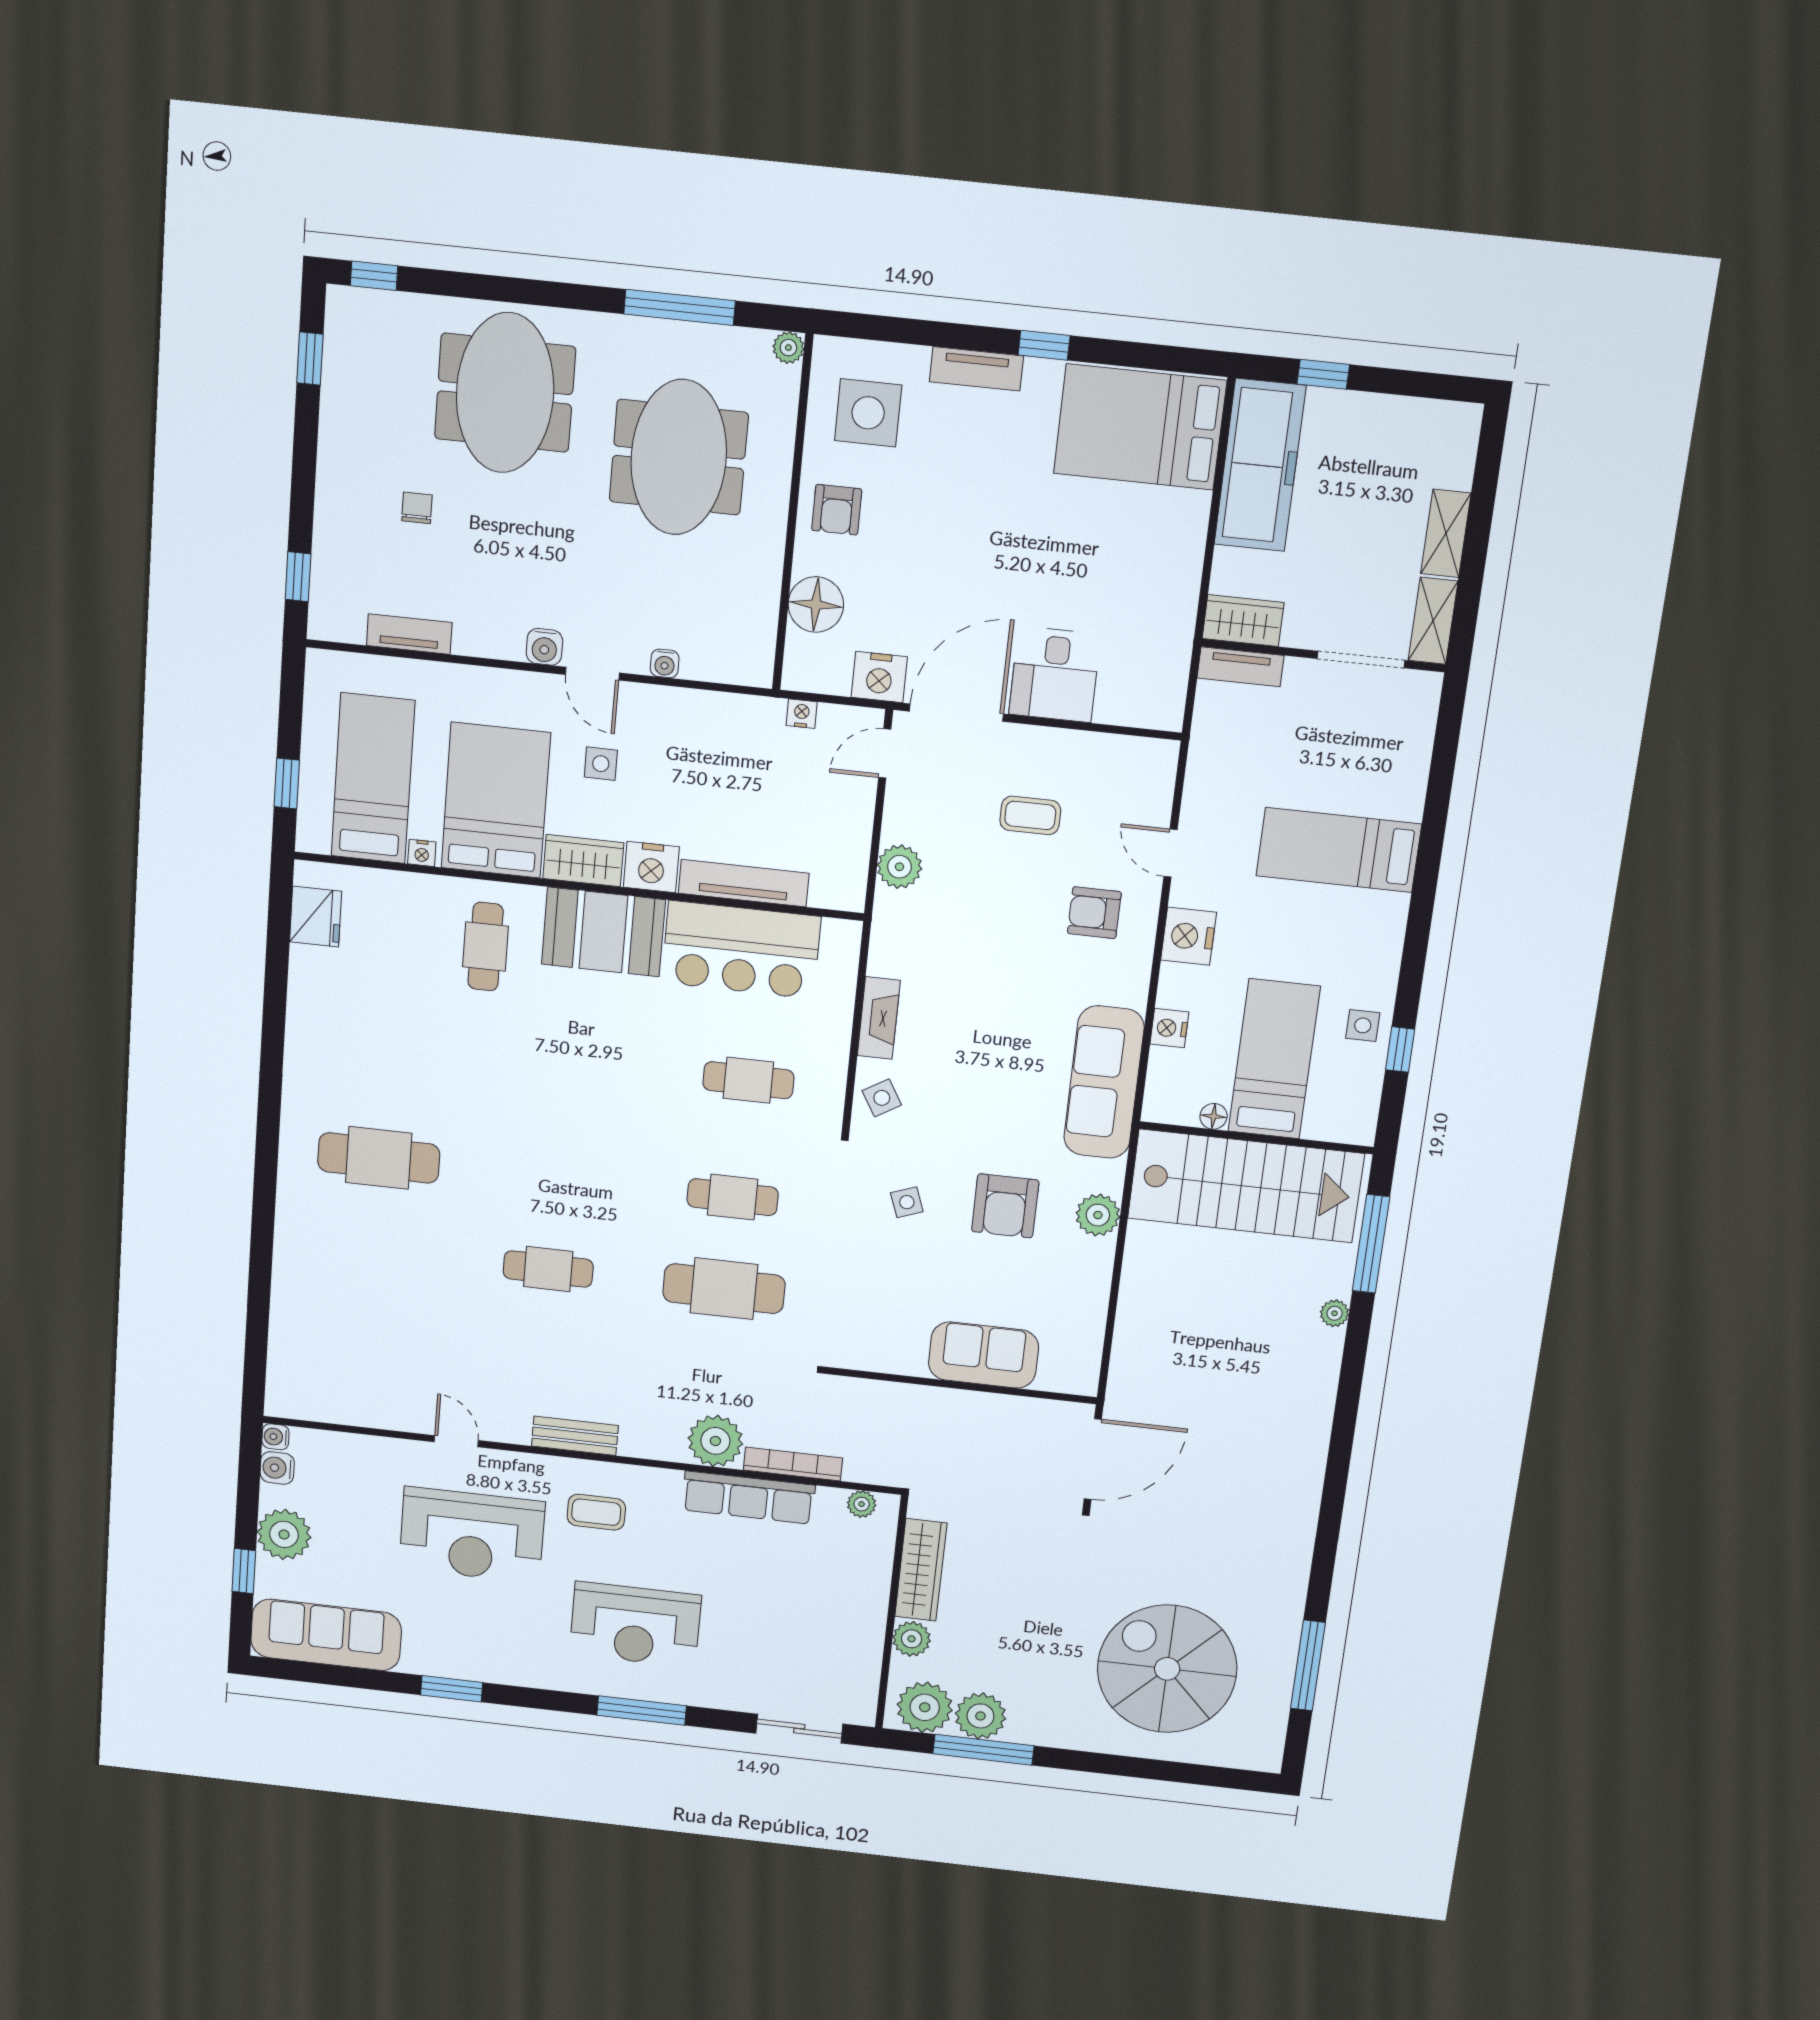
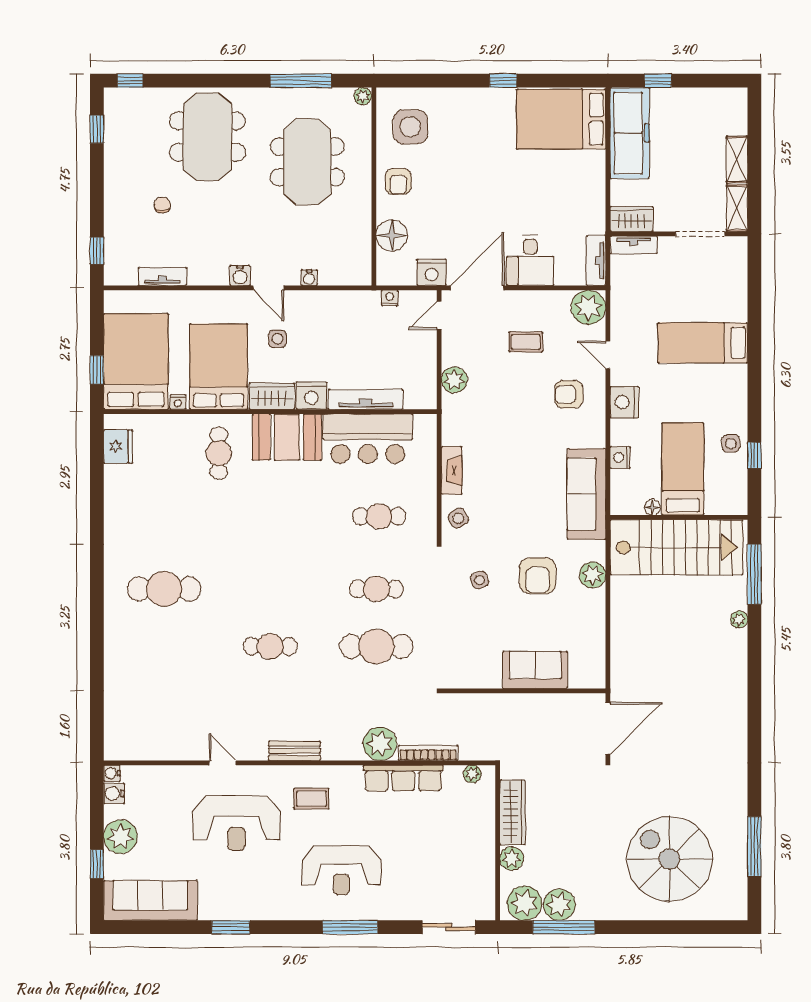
tv unit: (976, 369) -> (596, 260), moved, turned 90
plant: (1147, 767) -> (588, 307), added
bed: (373, 778) -> (136, 362), width x1.50

